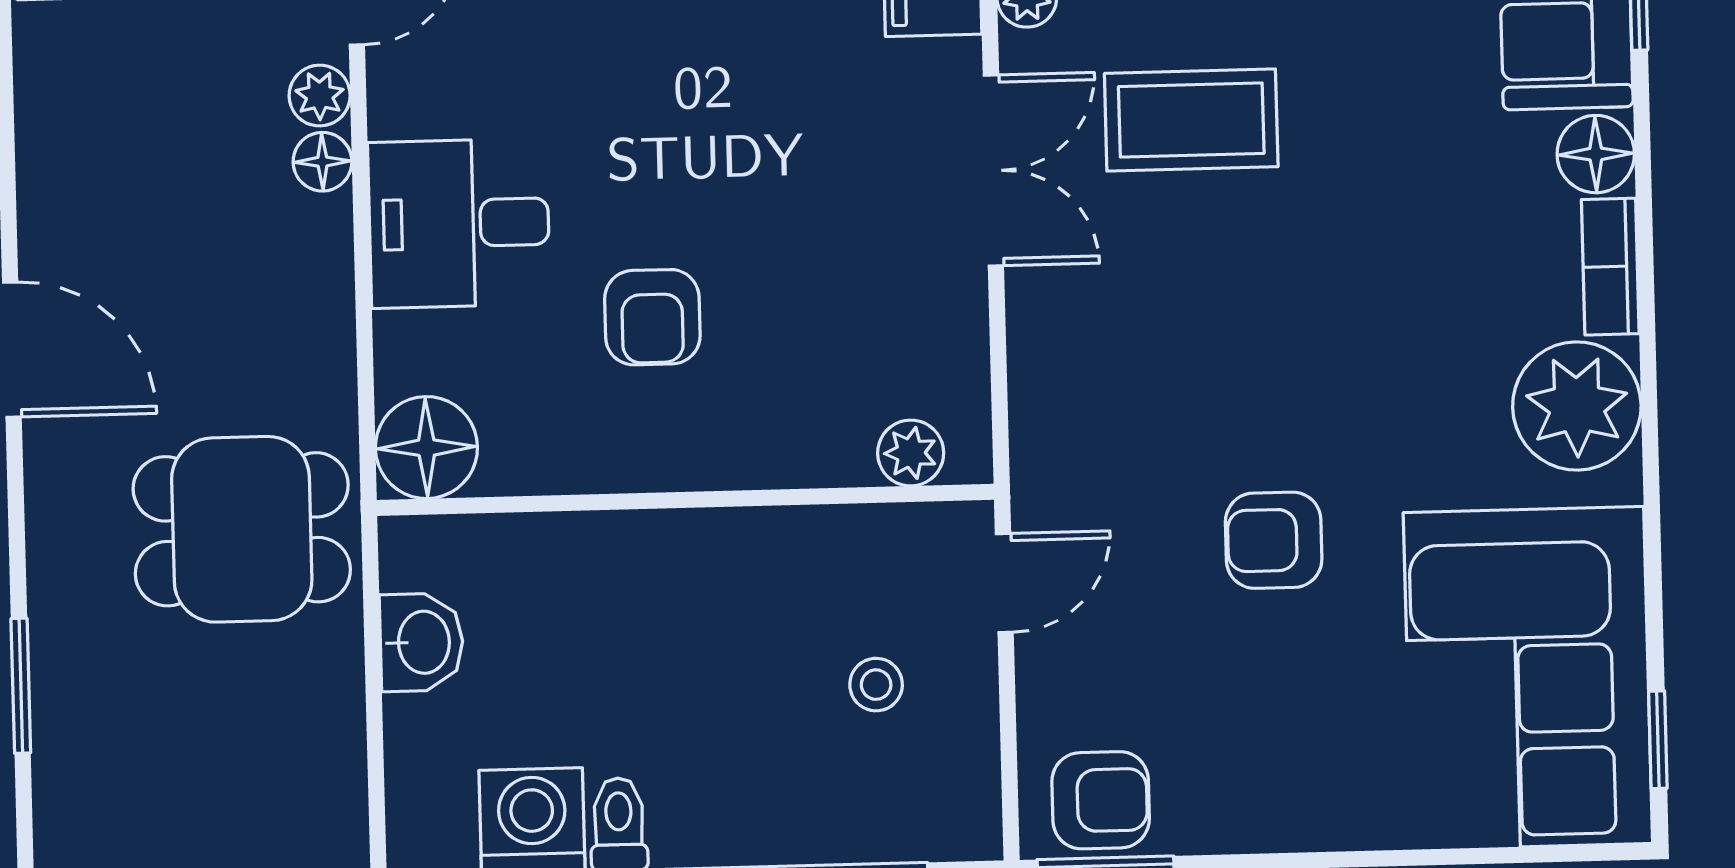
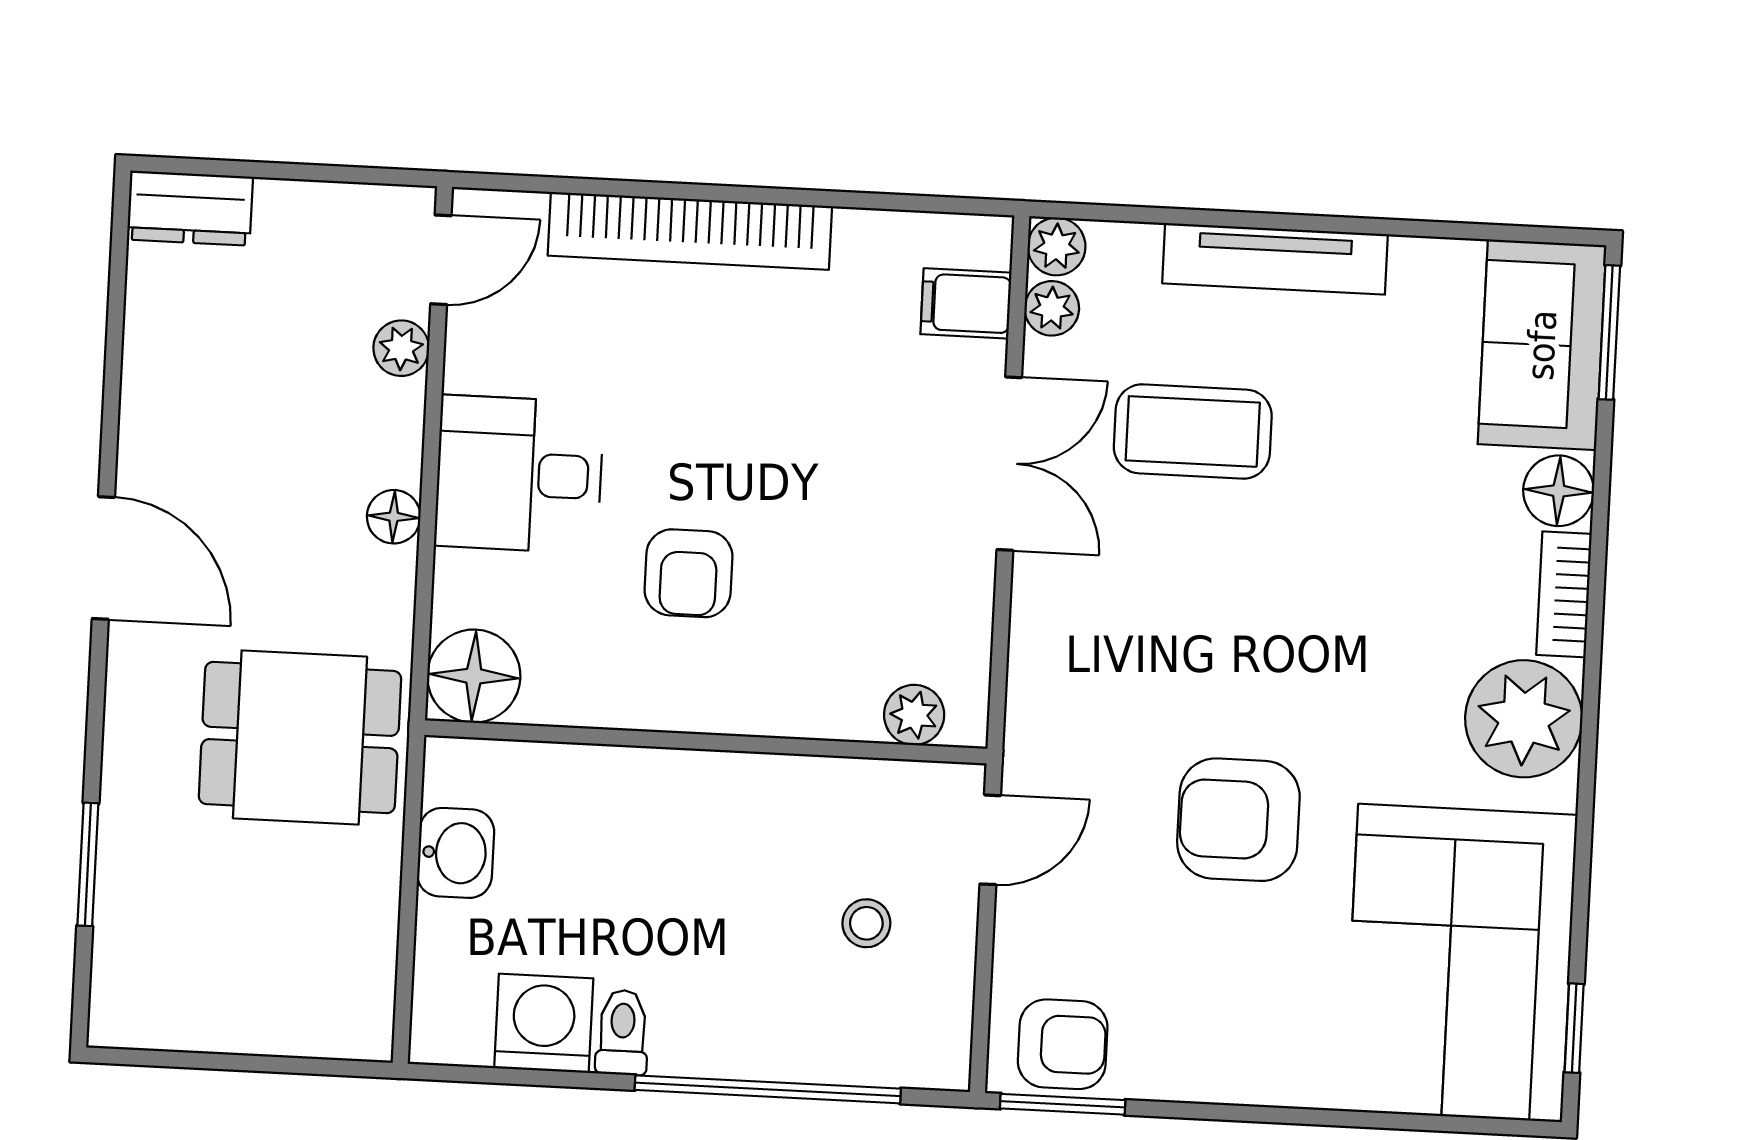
floor lamp: (322, 162) -> (394, 517), moved
armchair: (1274, 540) -> (1238, 820), width x1.38, depth x1.38

